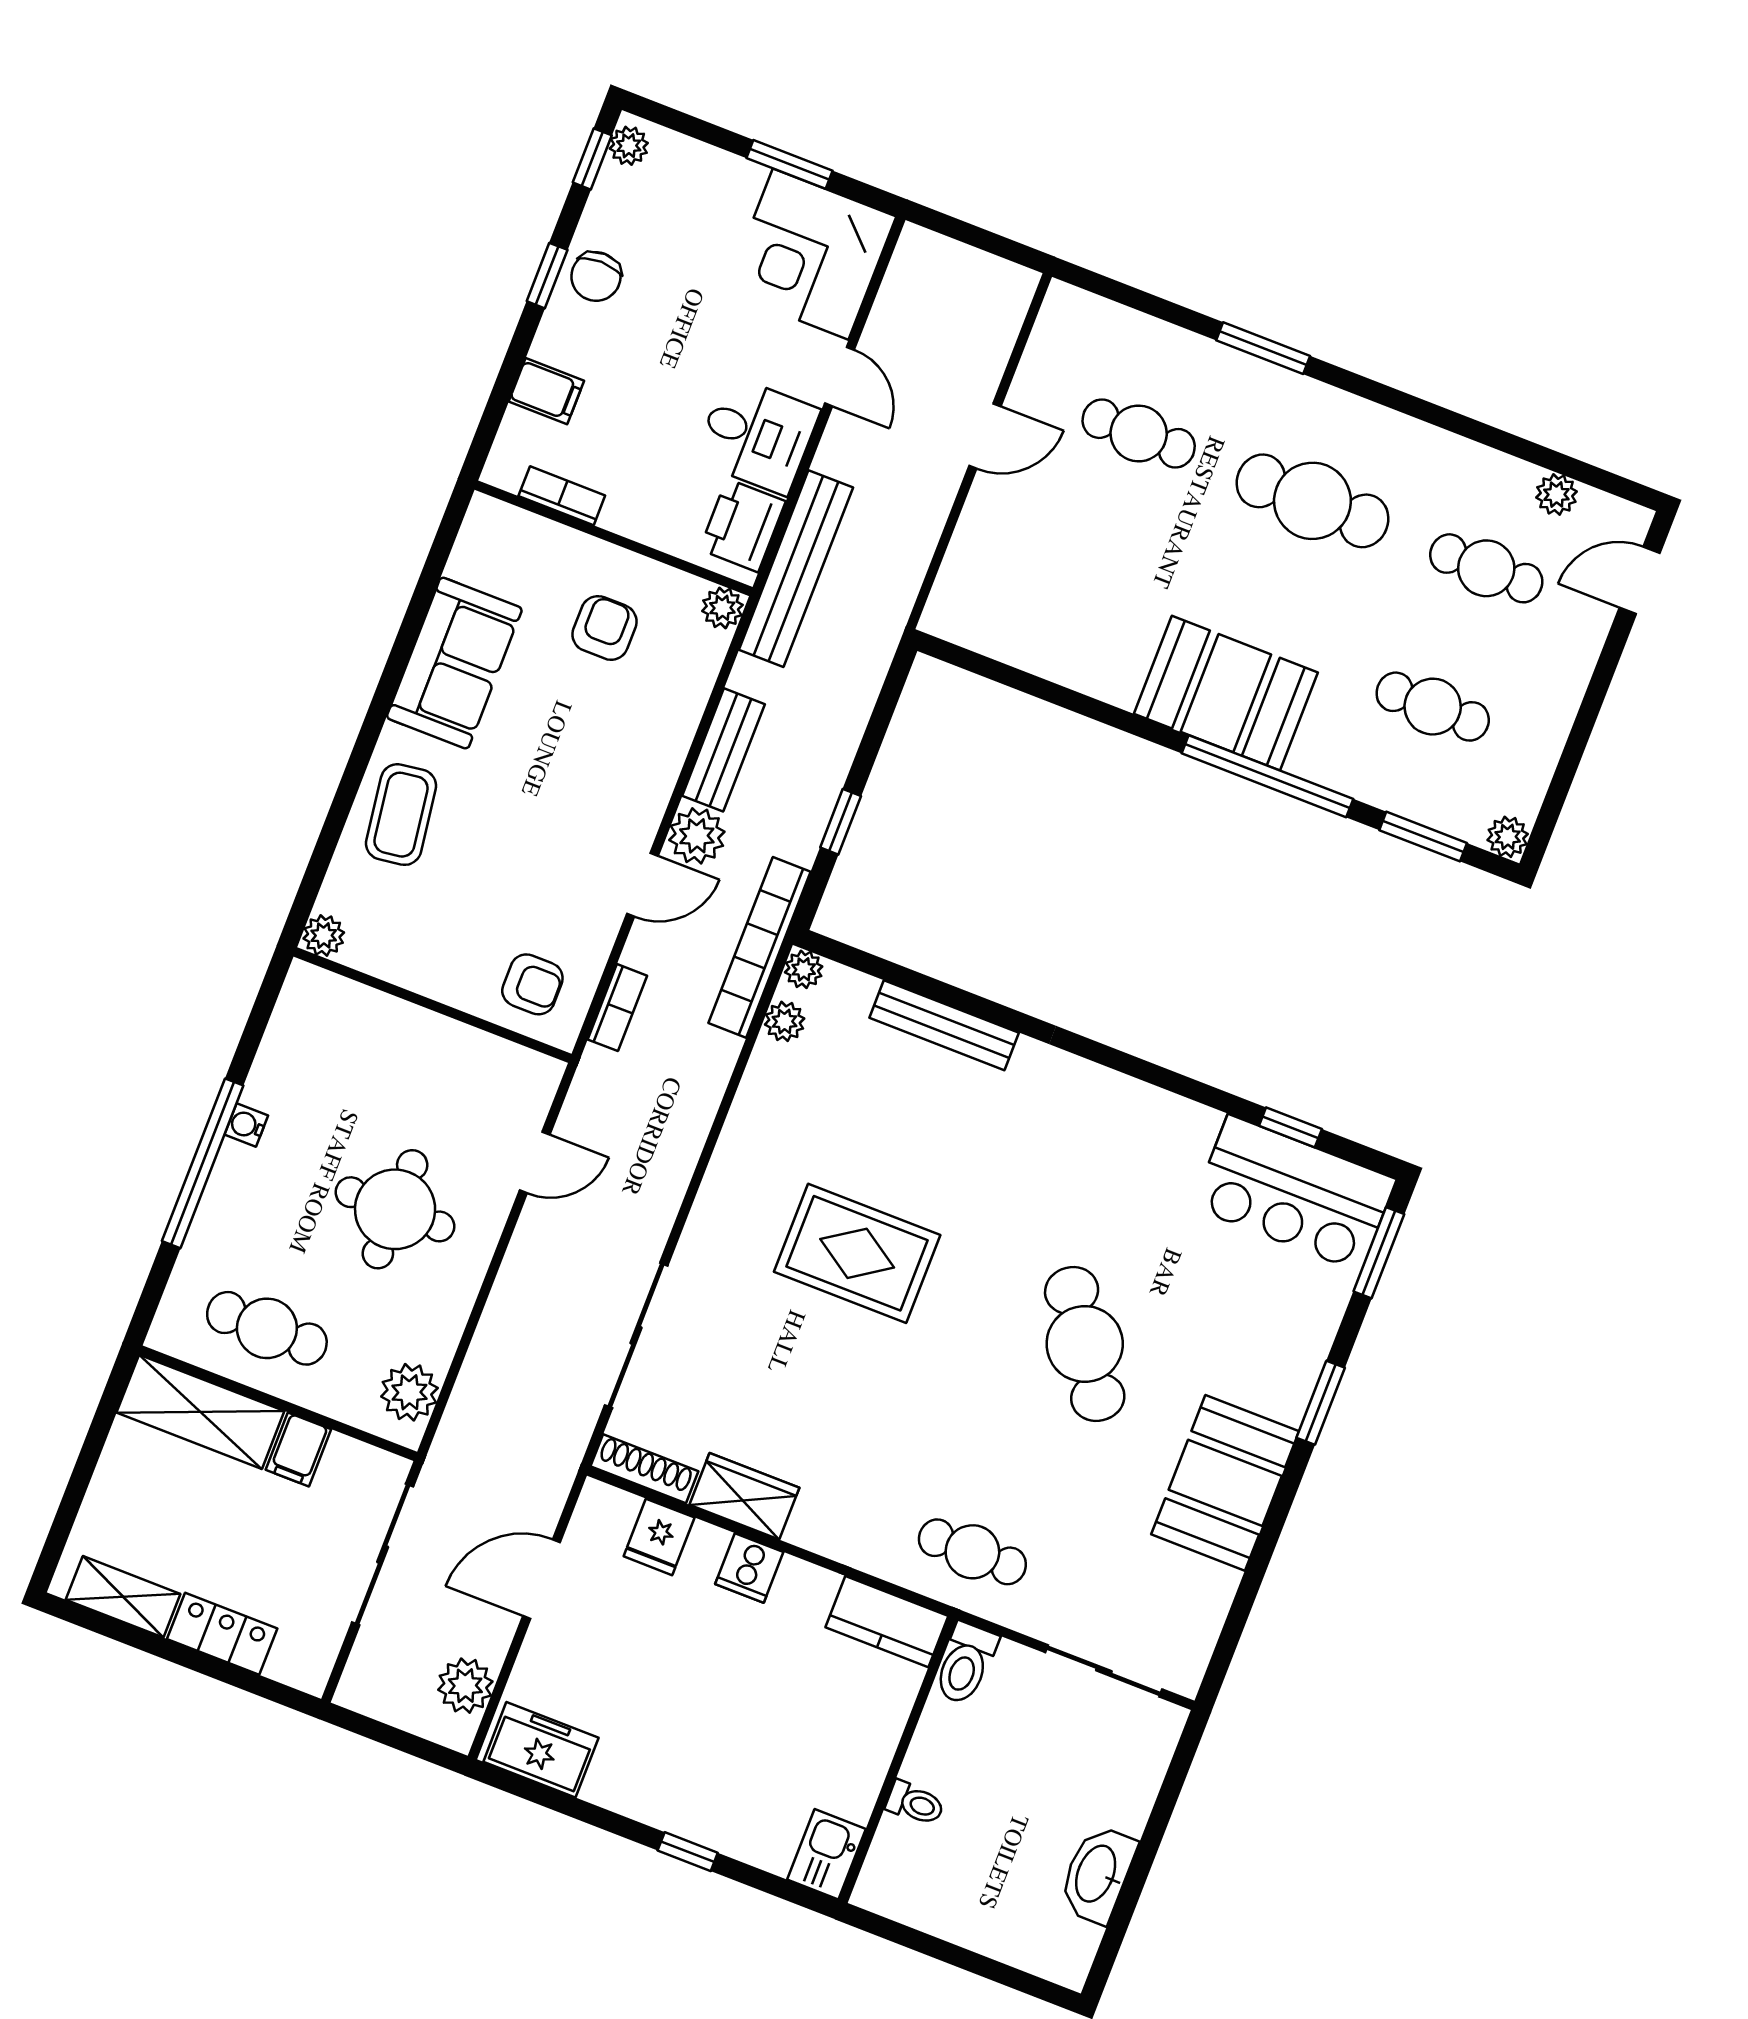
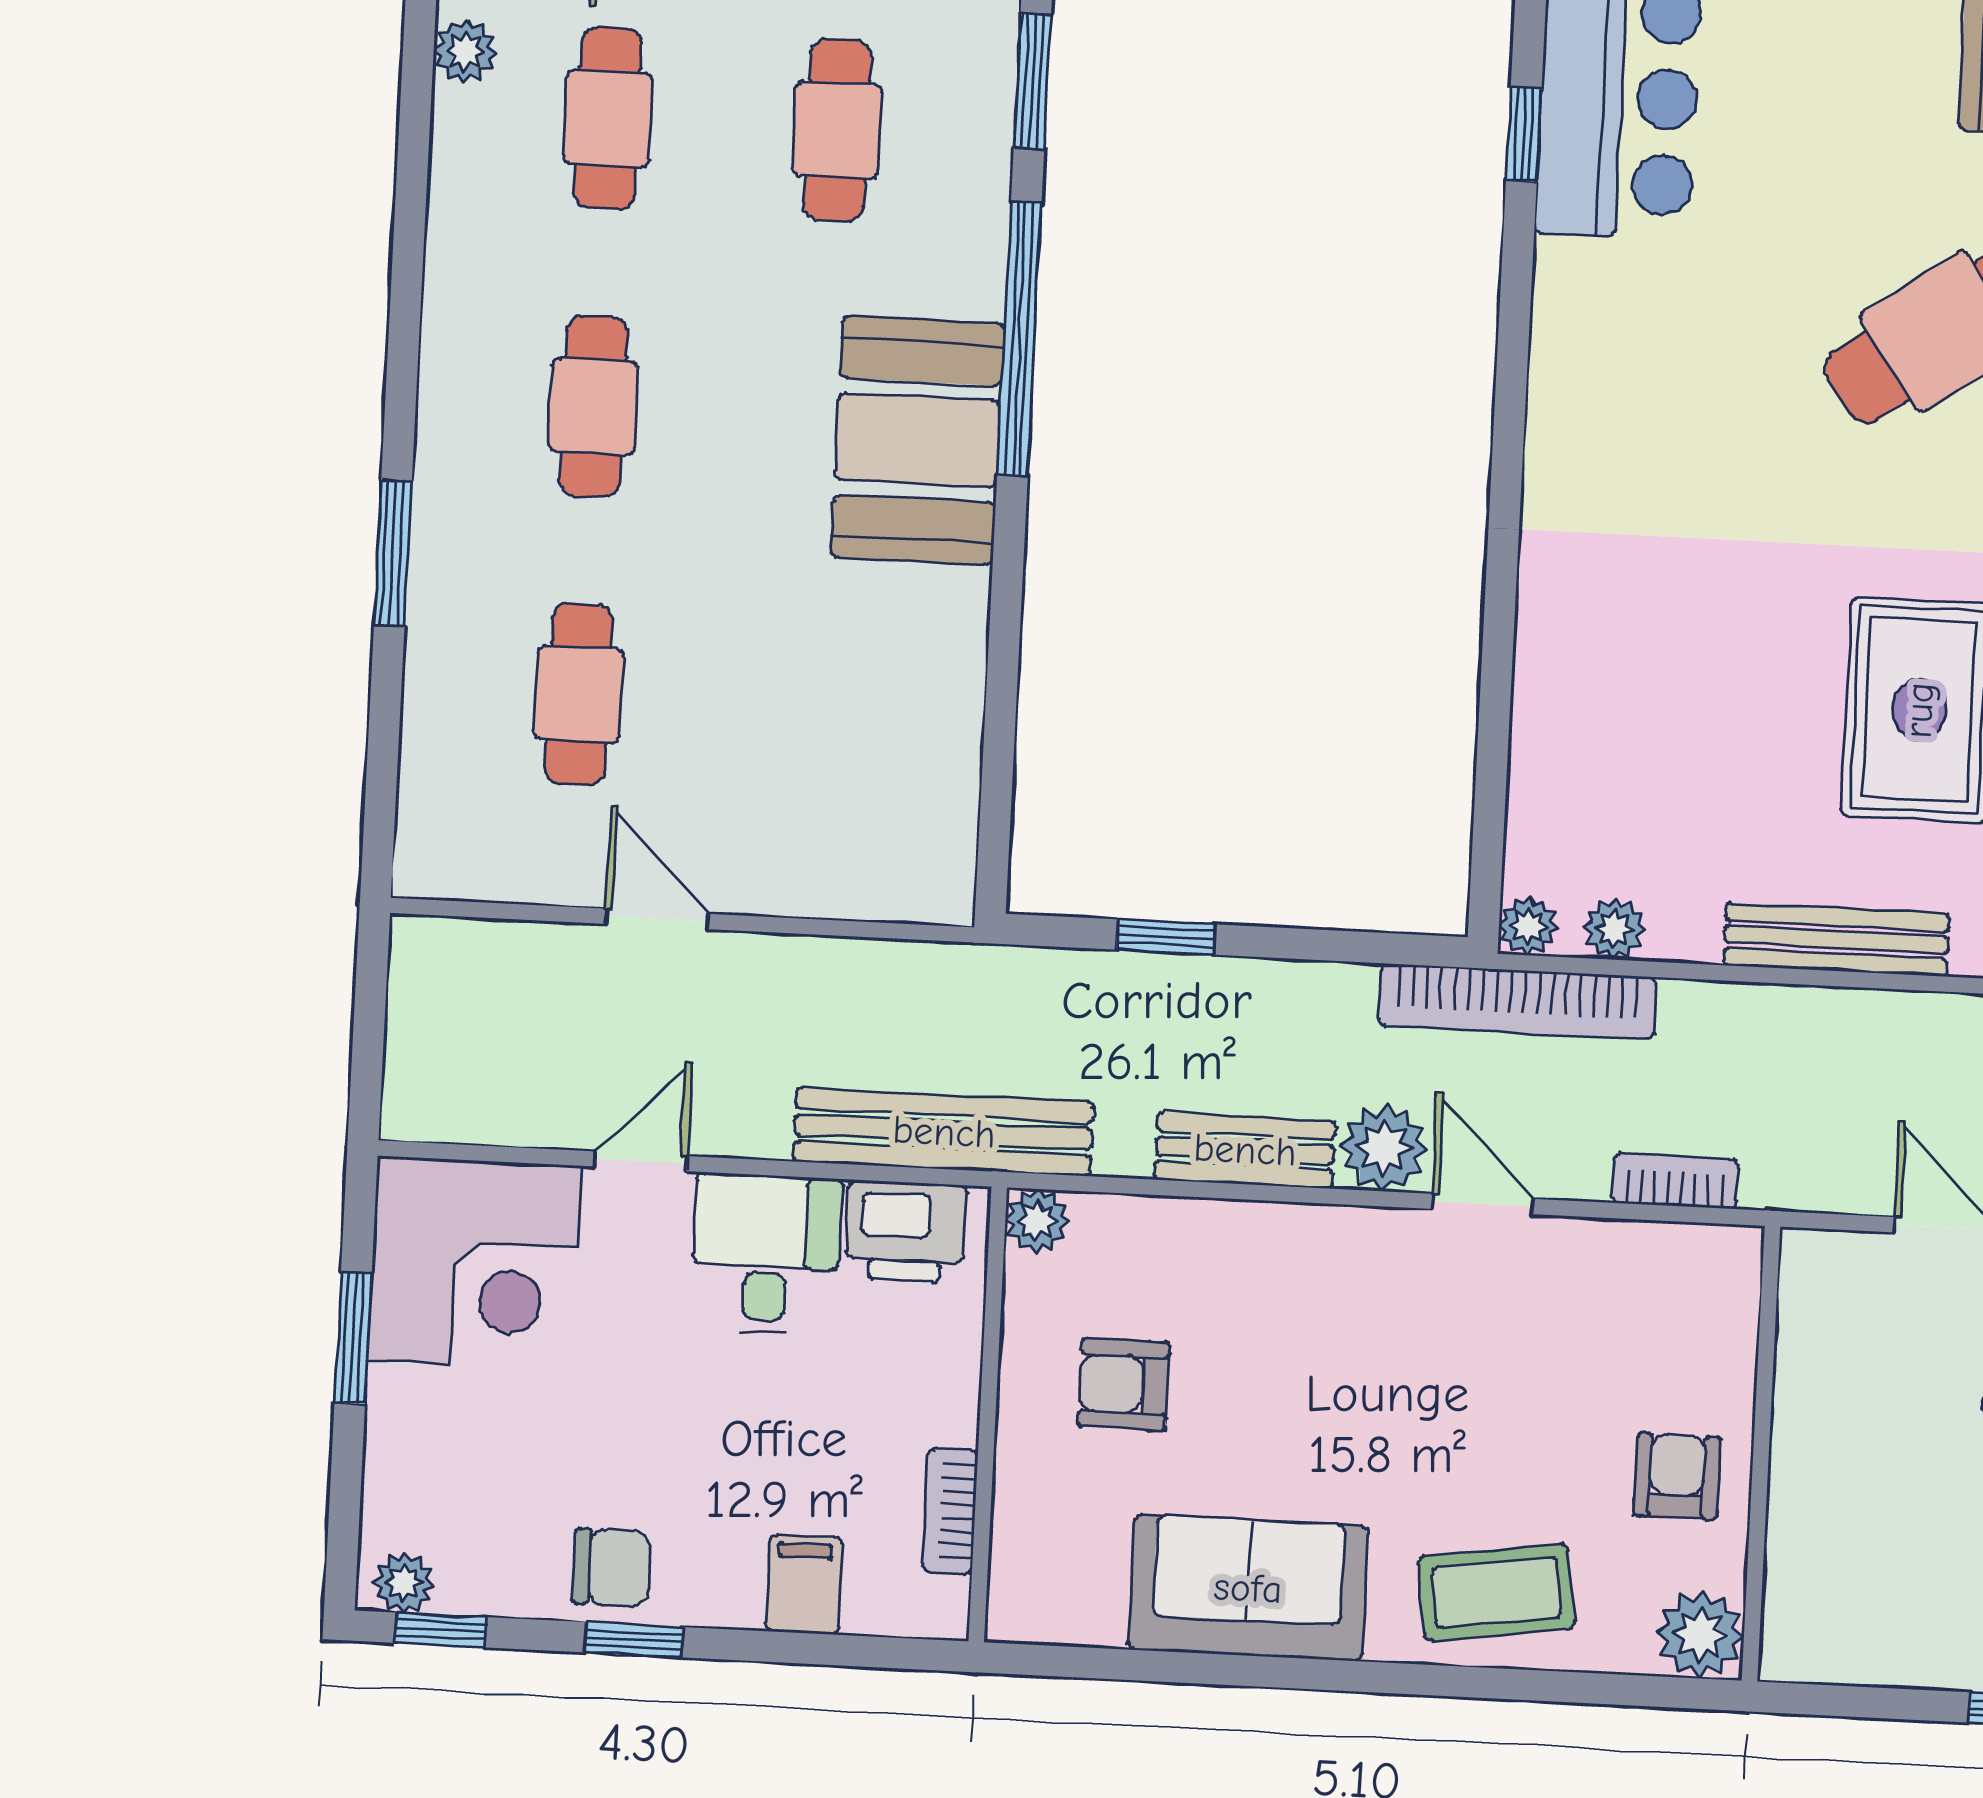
cafe table: (1312, 501) -> (593, 406), width x0.73, depth x0.74
window: (841, 822) -> (1166, 937), moved
plant: (324, 936) -> (1700, 1635), width x1.38, depth x1.38
armchair: (532, 984) -> (1677, 1476), moved
bench: (944, 1025) -> (1837, 940), moved, turned 90

